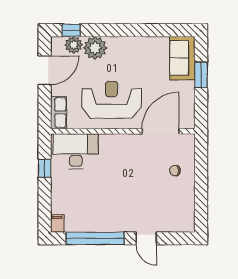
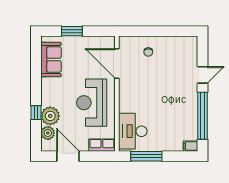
window: (71, 30) -> (36, 113), moved
sofa: (182, 58) -> (51, 60), moved, turned -90
window: (45, 168) -> (146, 156), width x2.17

